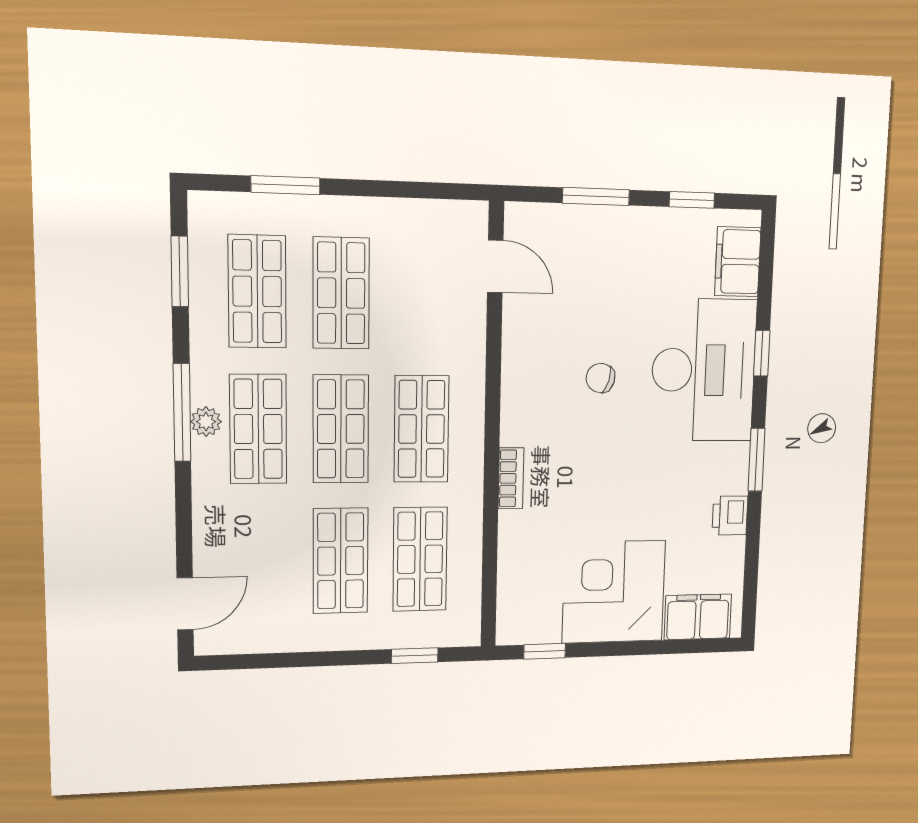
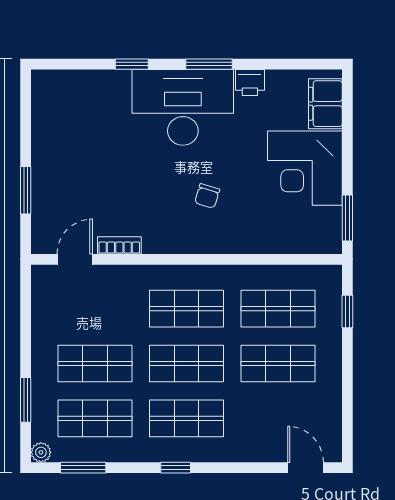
window: (692, 200) -> (26, 121), removed
filing cabinet: (738, 262) -> (67, 86), removed
desk: (704, 370) -> (183, 107), moved
chair: (601, 378) -> (207, 196), moved
window: (182, 413) -> (176, 468), width x0.46
plant: (206, 422) -> (41, 452), moved
bookcase: (511, 478) -> (119, 245), moved
window: (545, 651) -> (347, 218), width x1.50

